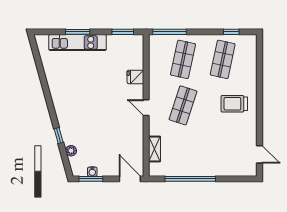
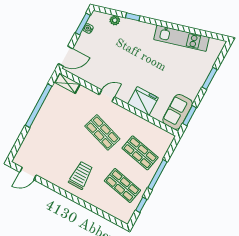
window: (170, 32) -> (158, 175), moved
kitchen unit: (78, 42) -> (181, 38), moved, turned -105
sofa: (125, 45) -> (178, 112), added
fridge: (135, 77) -> (143, 101), width x1.88, depth x1.34
door: (146, 108) -> (107, 96), moved
shelving: (155, 149) -> (67, 83), moved

